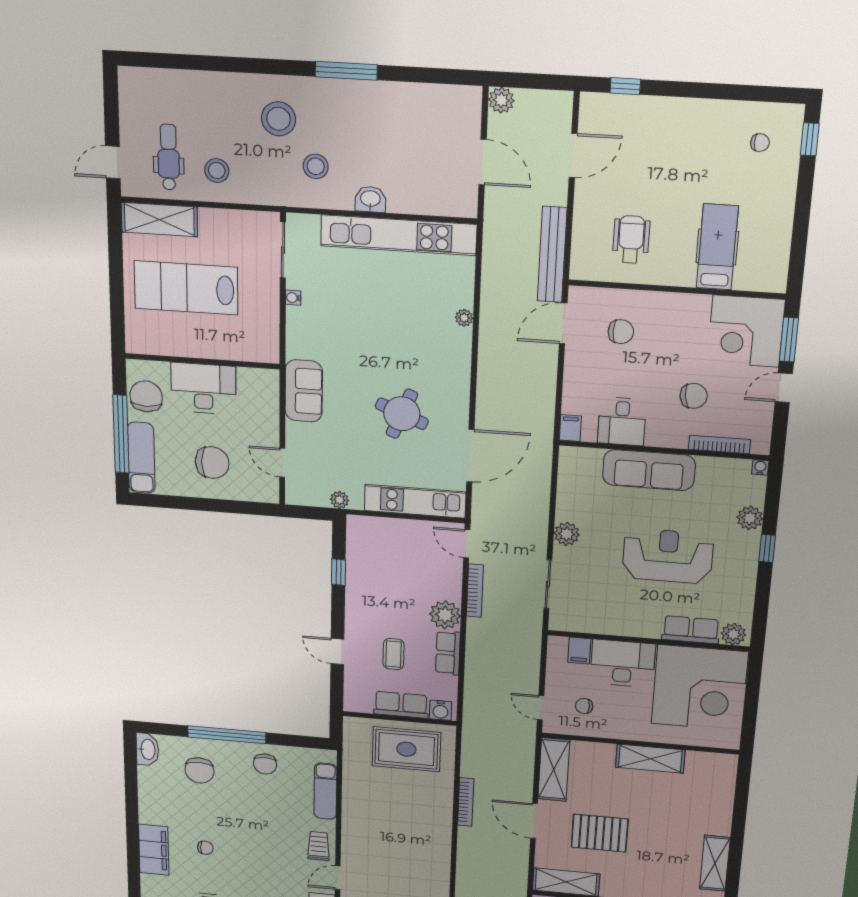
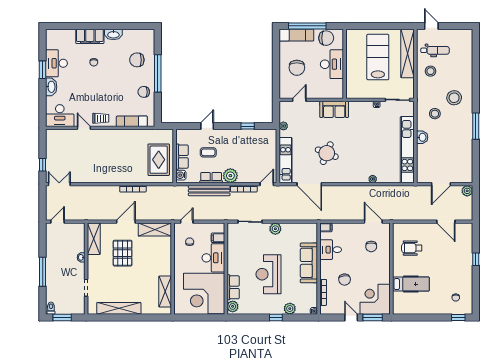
window: (625, 86) -> (476, 259), moved
shelving: (159, 220) -> (408, 53), width x1.47
wheelchair: (631, 239) -> (412, 248), turned 180
bench: (552, 255) -> (209, 191), moved
reception desk: (668, 556) -> (268, 274), turned 180
washbasin: (147, 749) -> (113, 34), moved
shelving: (650, 759) -> (165, 292), moved
shelving: (715, 863) -> (119, 308), width x1.47

